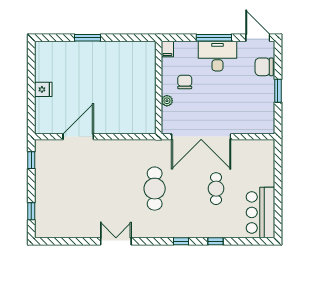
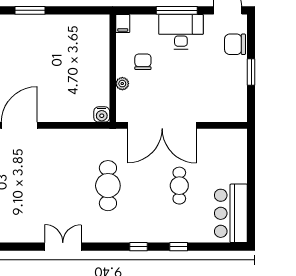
water cooler: (149, 127) -> (102, 114), added

